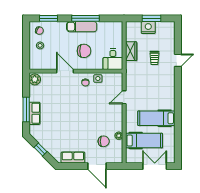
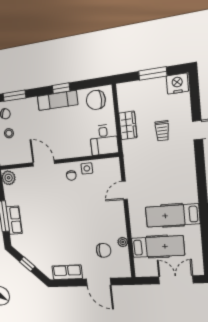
window: (85, 18) -> (61, 88), width x0.46
nightstand: (148, 28) -> (177, 84), moved
chair: (84, 51) -> (96, 100), moved, turned 180

